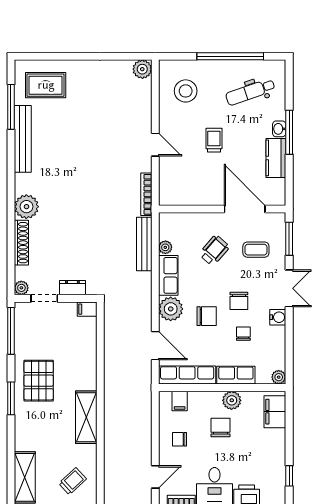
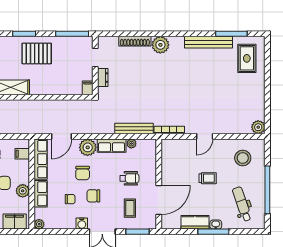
wheelchair: (214, 250) -> (129, 178), turned -41
plant: (21, 288) -> (103, 41), removed

